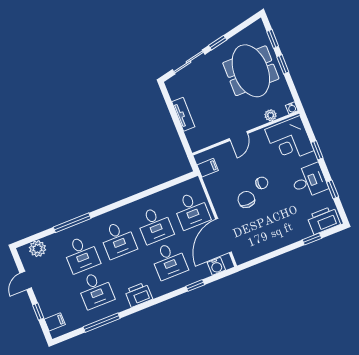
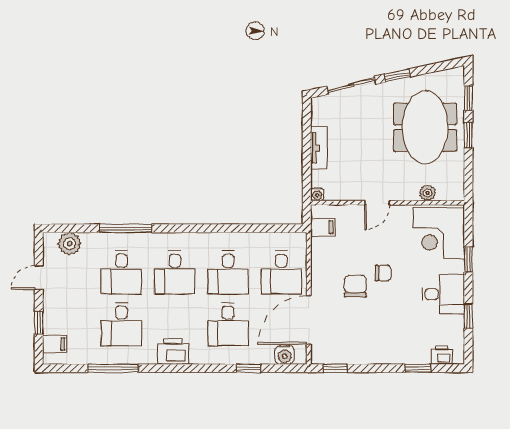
water cooler: (292, 108) -> (317, 194), moved
printer: (324, 220) -> (442, 355), width x0.53, depth x0.68
window: (255, 262) -> (335, 368), added

